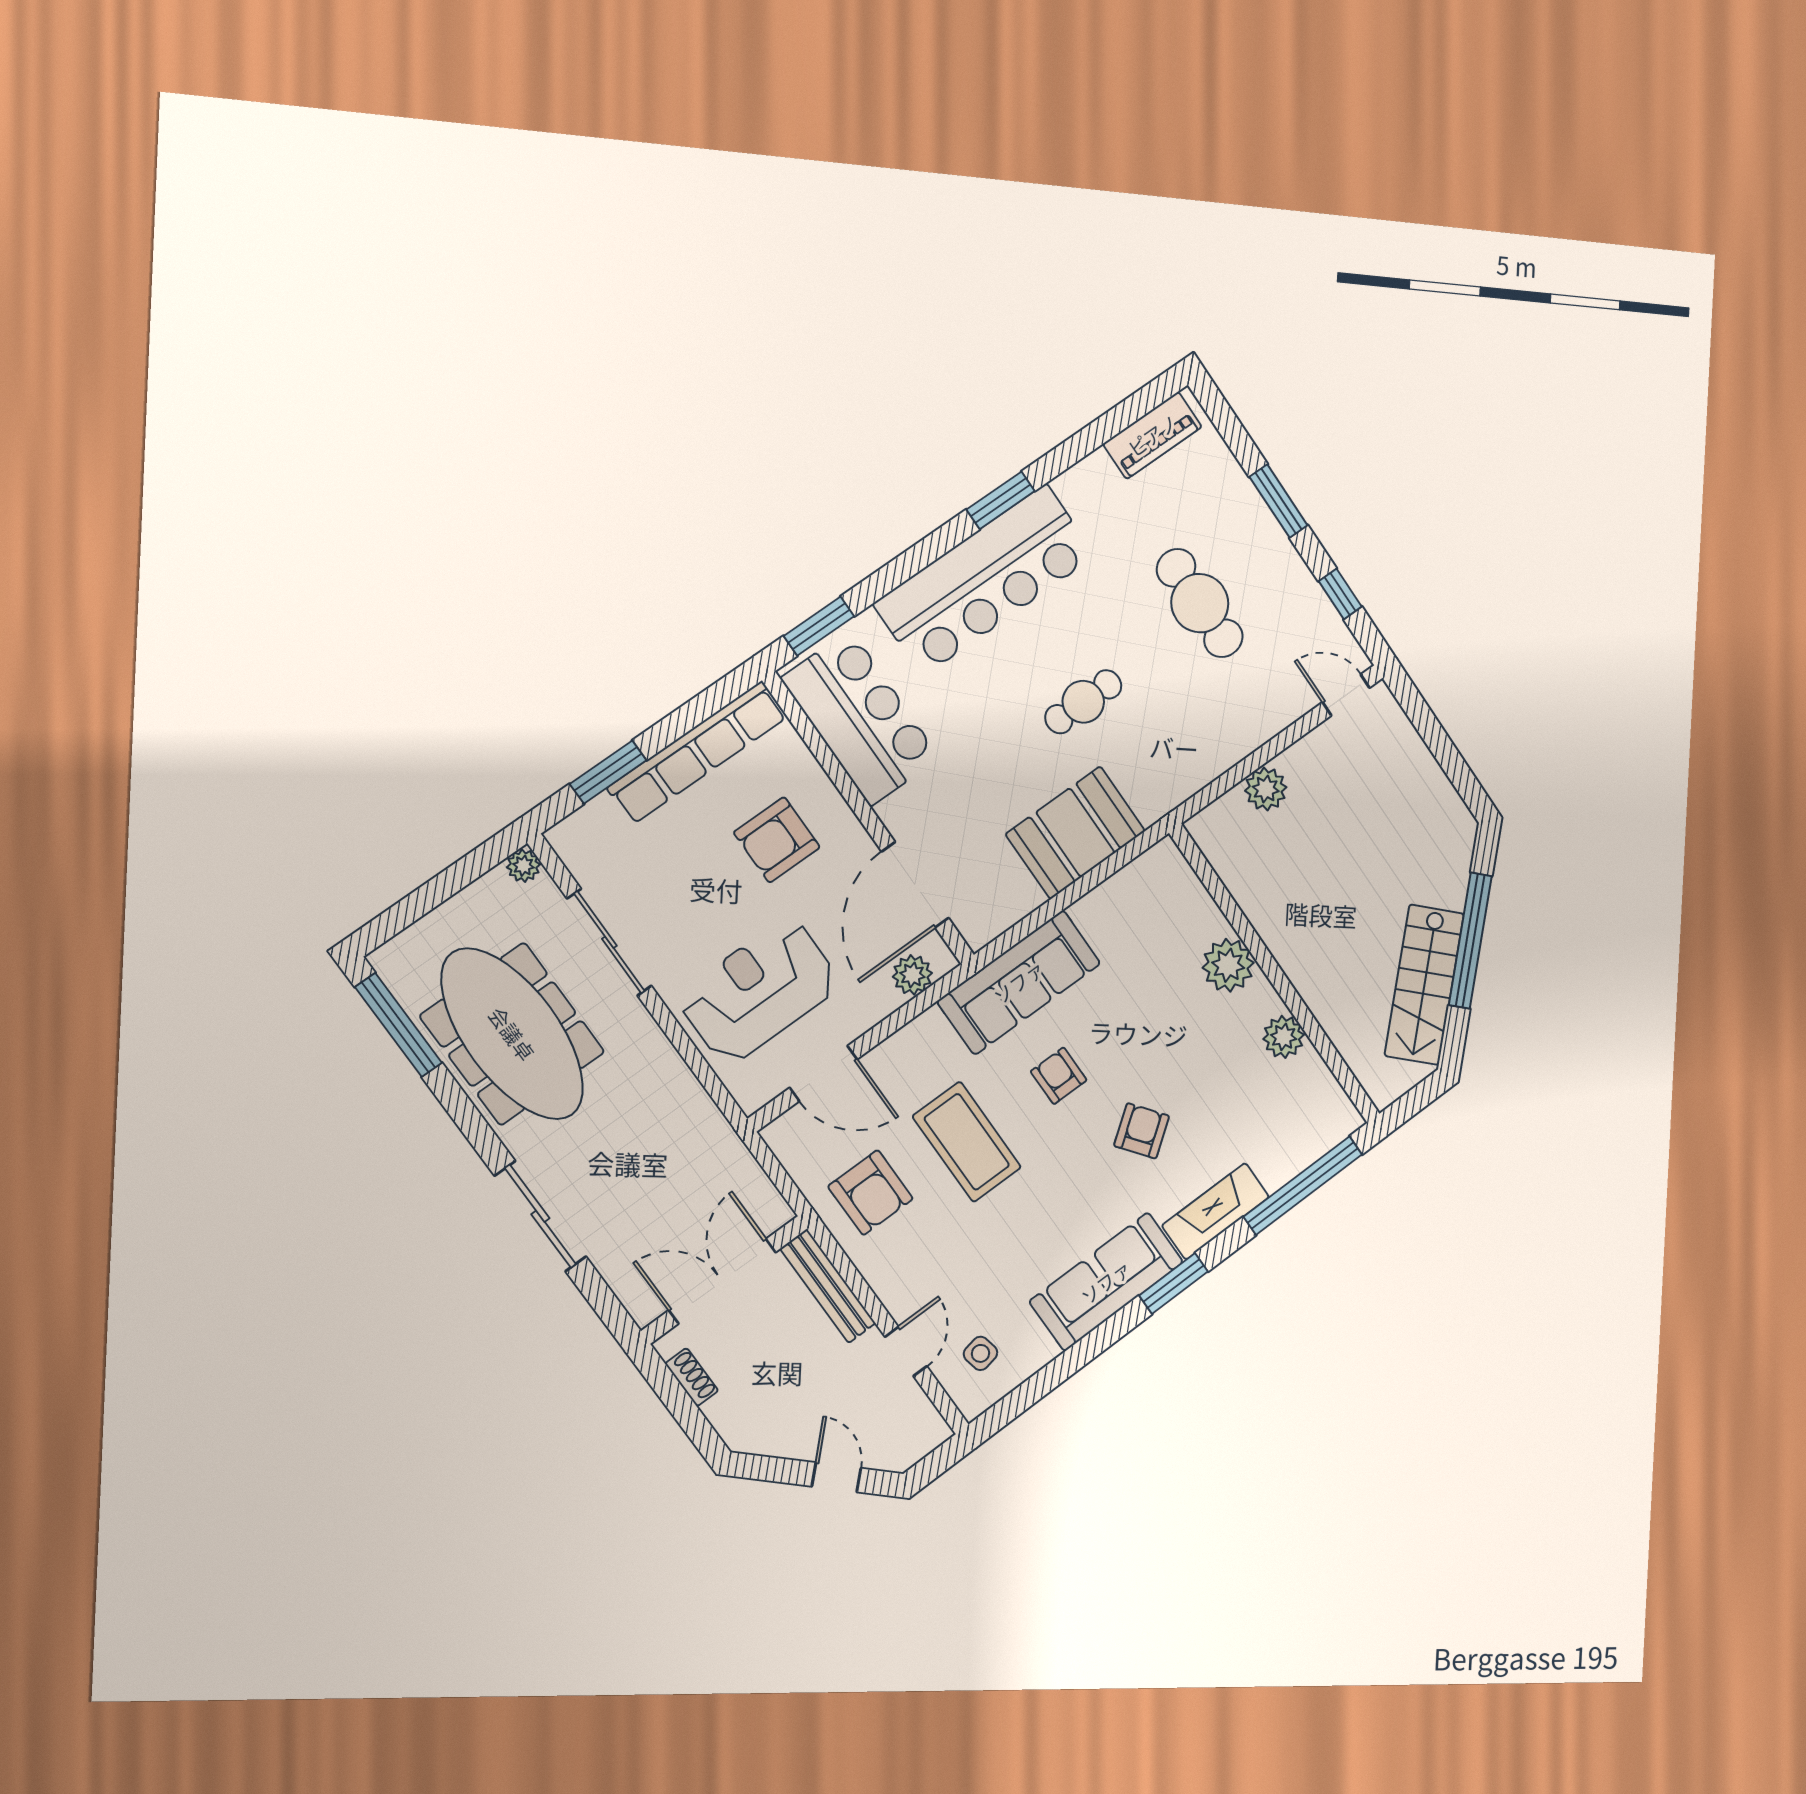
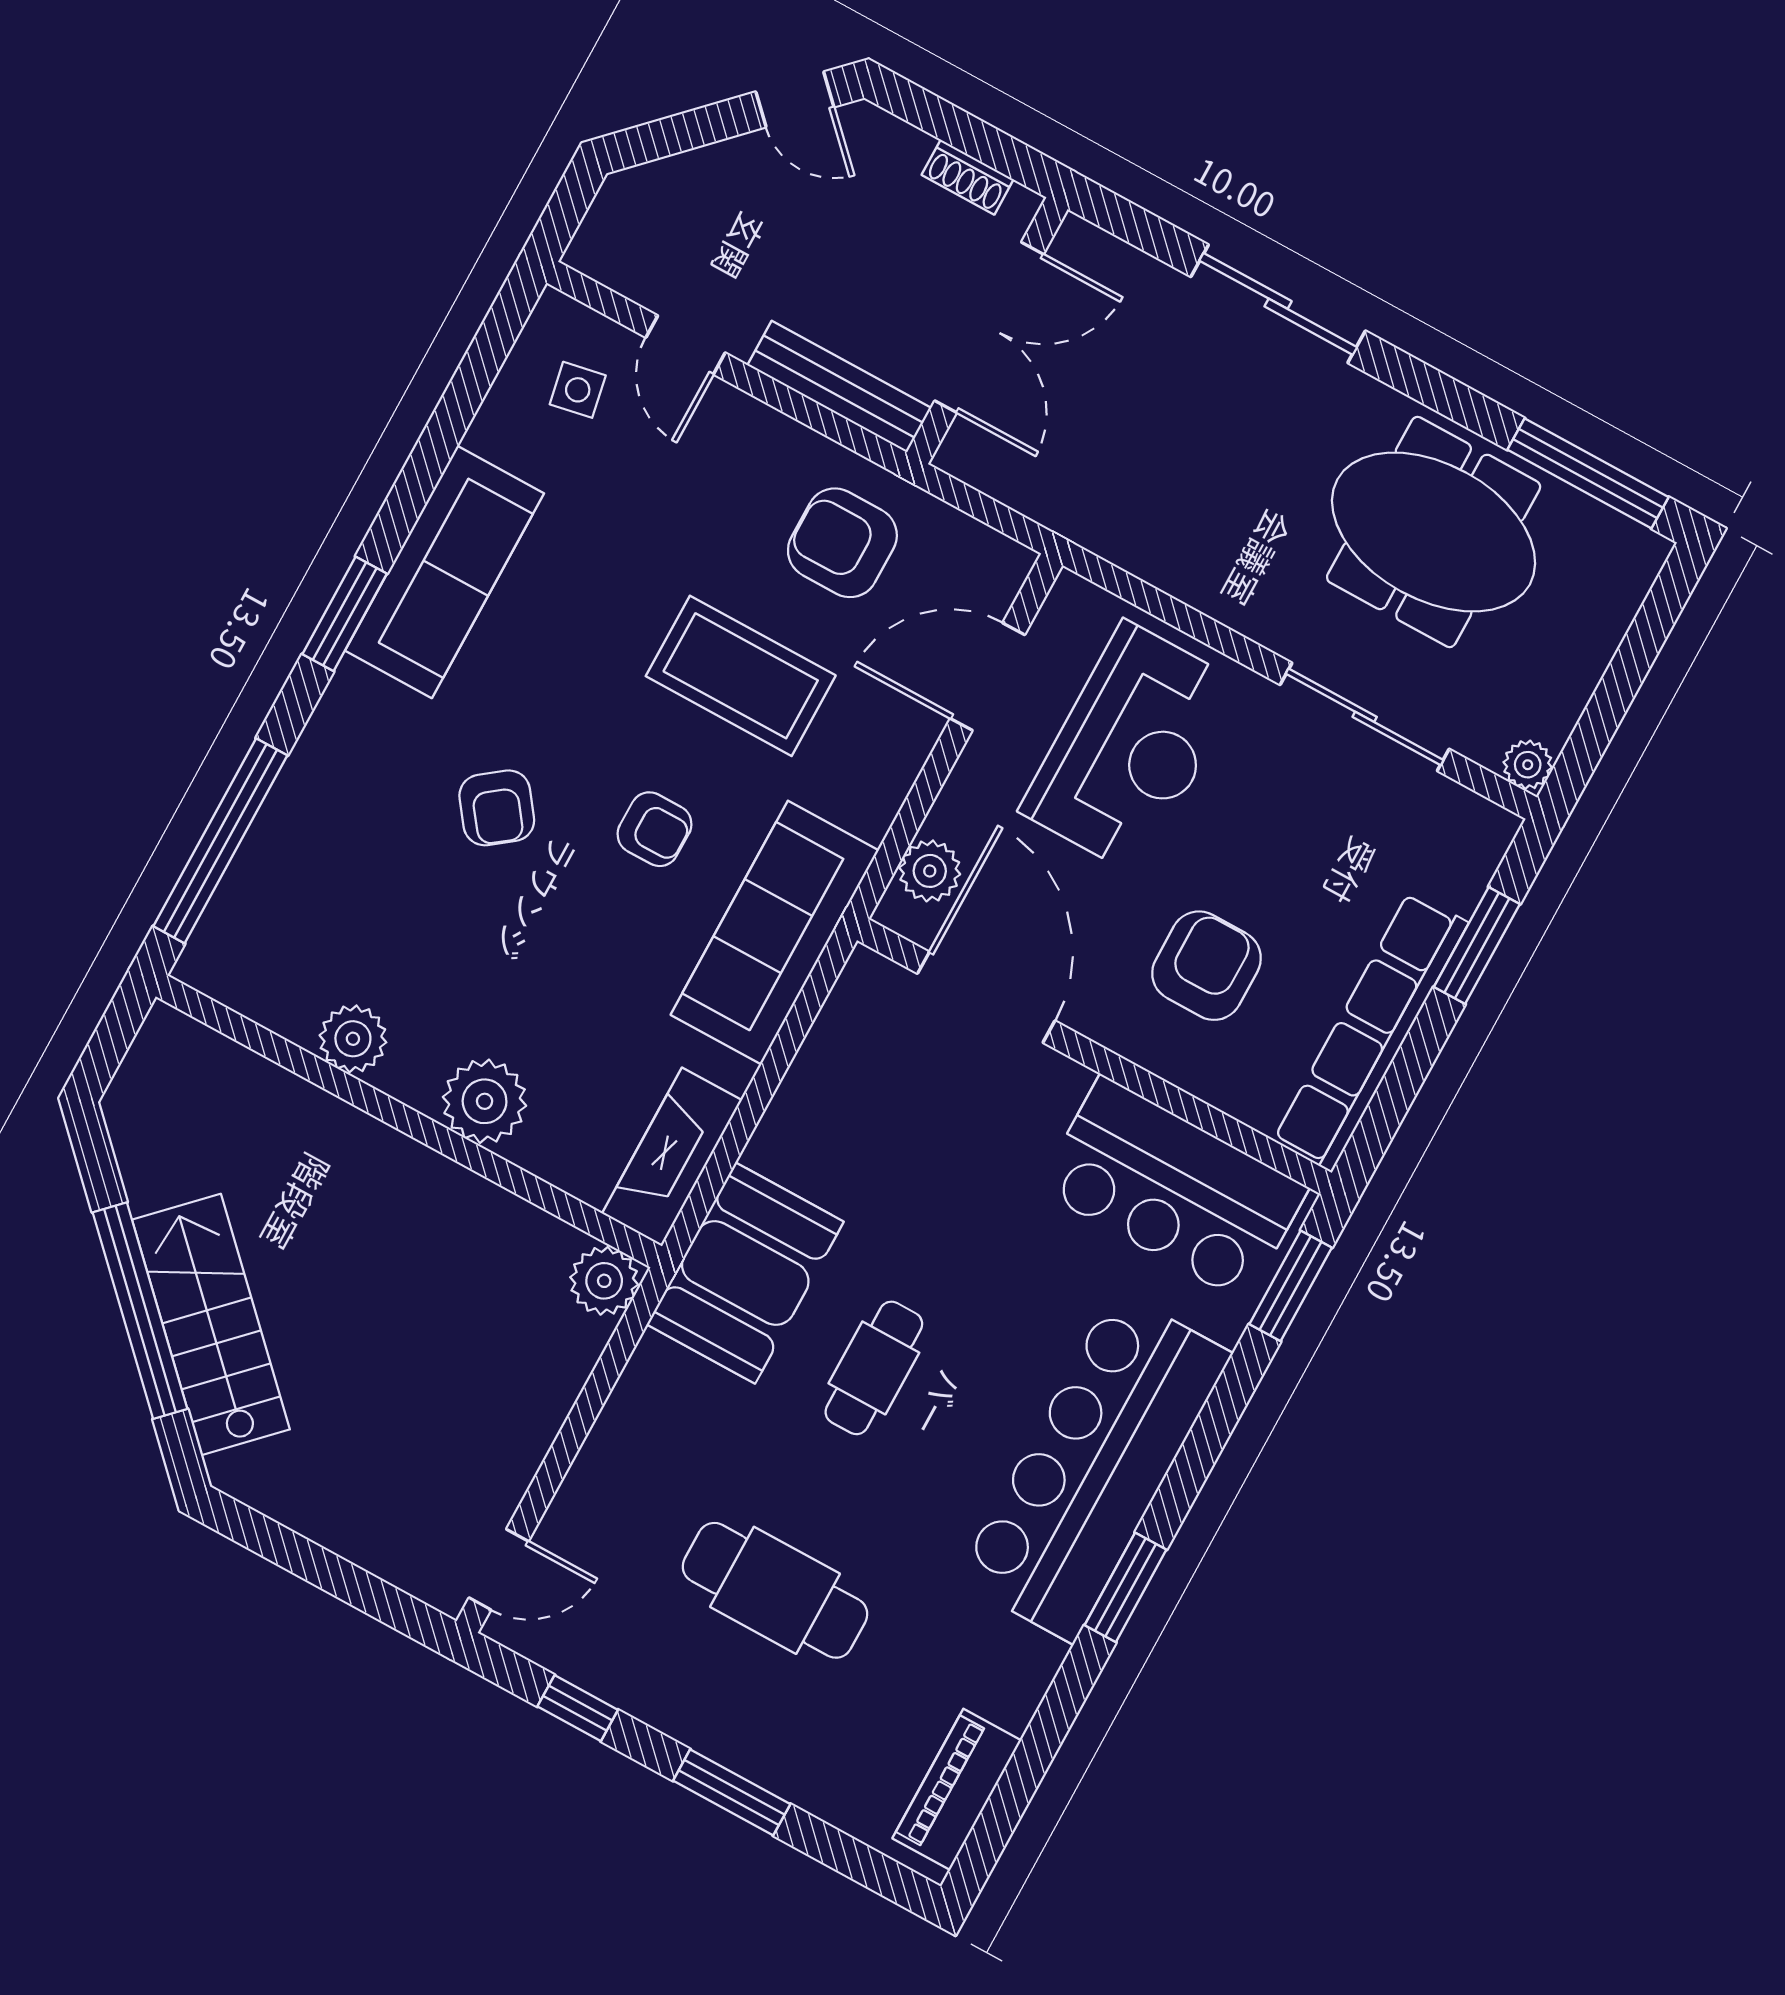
plant: (1266, 789) -> (604, 1281), moved
booth: (1075, 833) -> (745, 1273), moved
stairs: (1424, 985) -> (211, 1325), moved
meeting table: (512, 1034) -> (1434, 532), width x0.73
fireplace: (1216, 1211) -> (672, 1157), moved, turned 180
door: (836, 1477) -> (795, 99), moved

